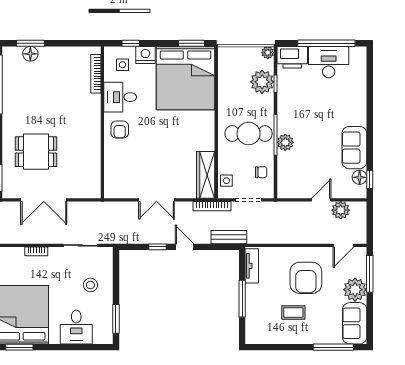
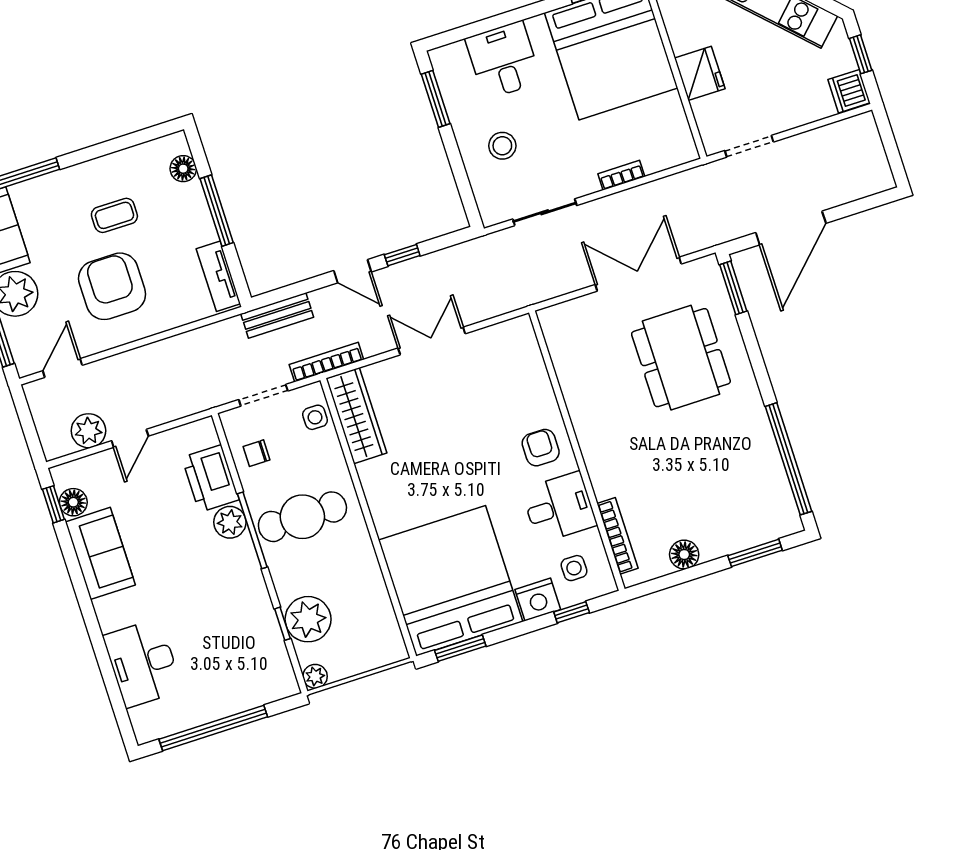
floor lamp: (30, 54) -> (684, 555), moved
printer: (292, 57) -> (210, 479), moved, turned -90
desk: (329, 62) -> (143, 663), moved, turned 90
dining table: (36, 152) -> (681, 358), width x1.38
floor lamp: (252, 325) -> (183, 169), added

